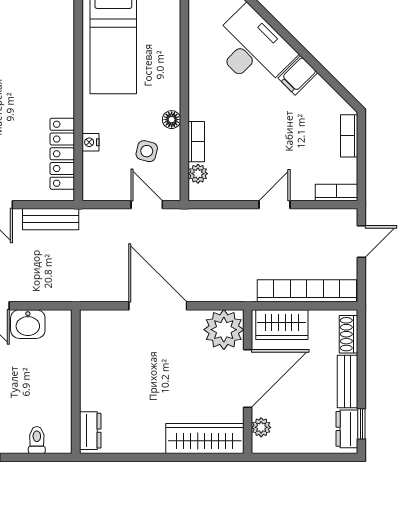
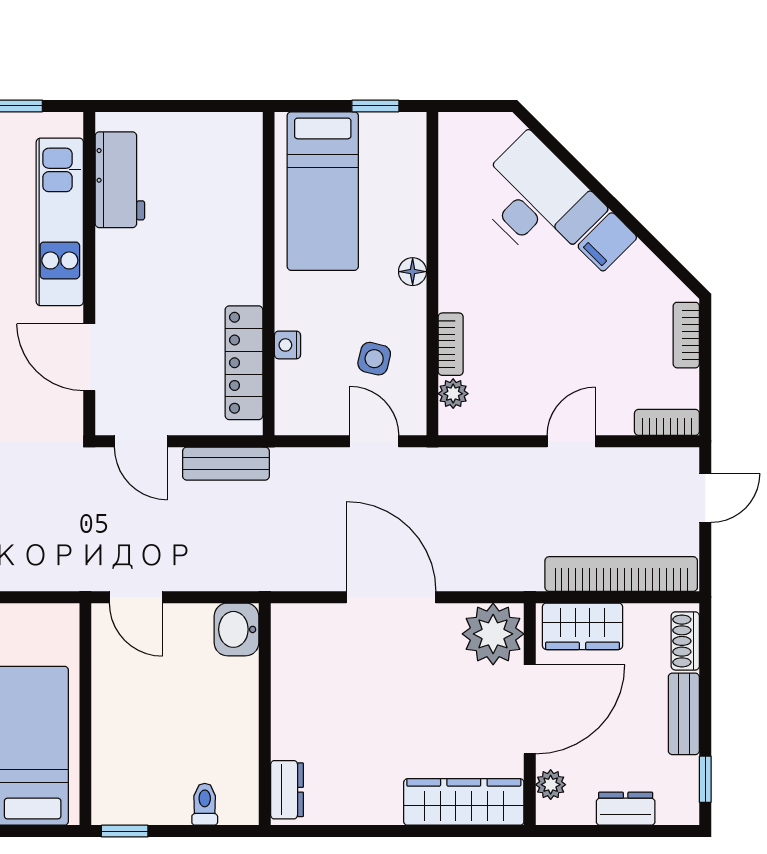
floor lamp: (172, 120) -> (413, 272), moved
washbasin: (28, 324) -> (237, 629), moved, turned 90
dresser: (347, 429) -> (626, 809), moved, turned 90

